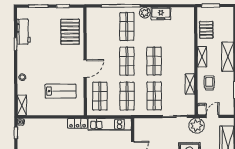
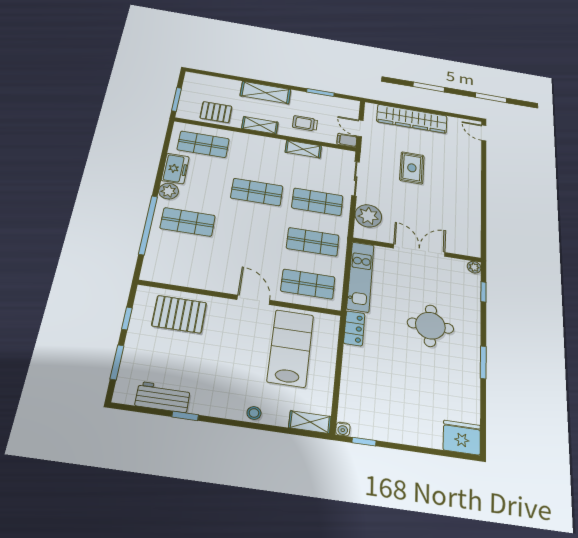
shop shelf: (127, 61) -> (203, 144), moved
lab bench: (60, 91) -> (290, 348), width x1.36, depth x1.39
plant: (197, 126) -> (368, 216), moved

